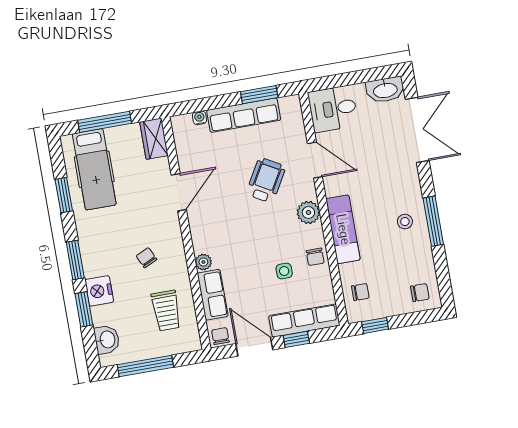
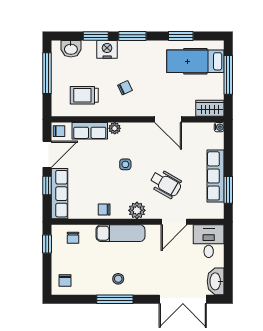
water cooler: (200, 118) -> (219, 127), moved
side table: (284, 271) -> (125, 164), moved

